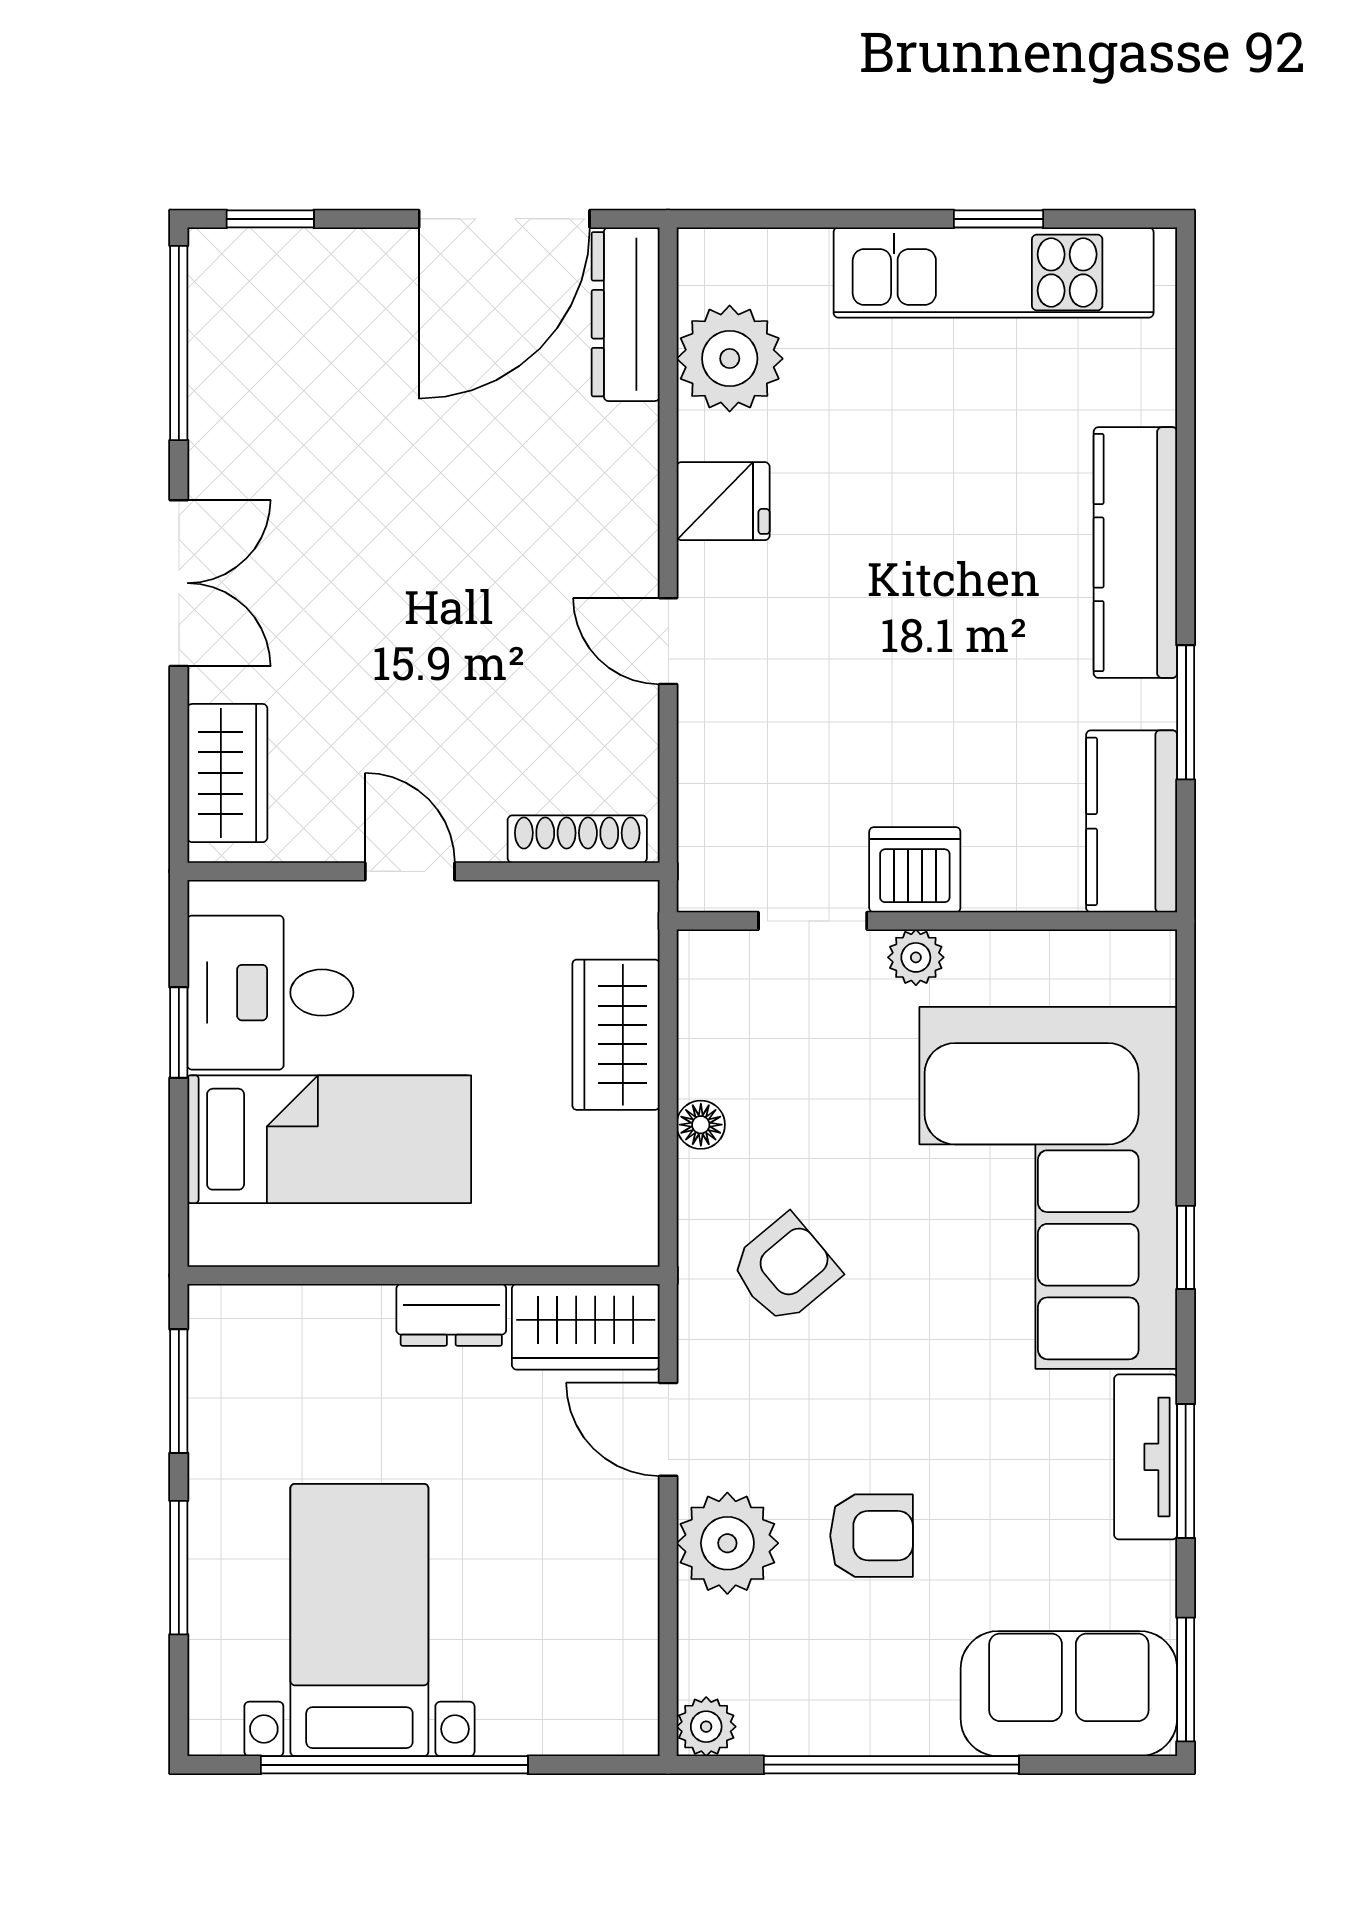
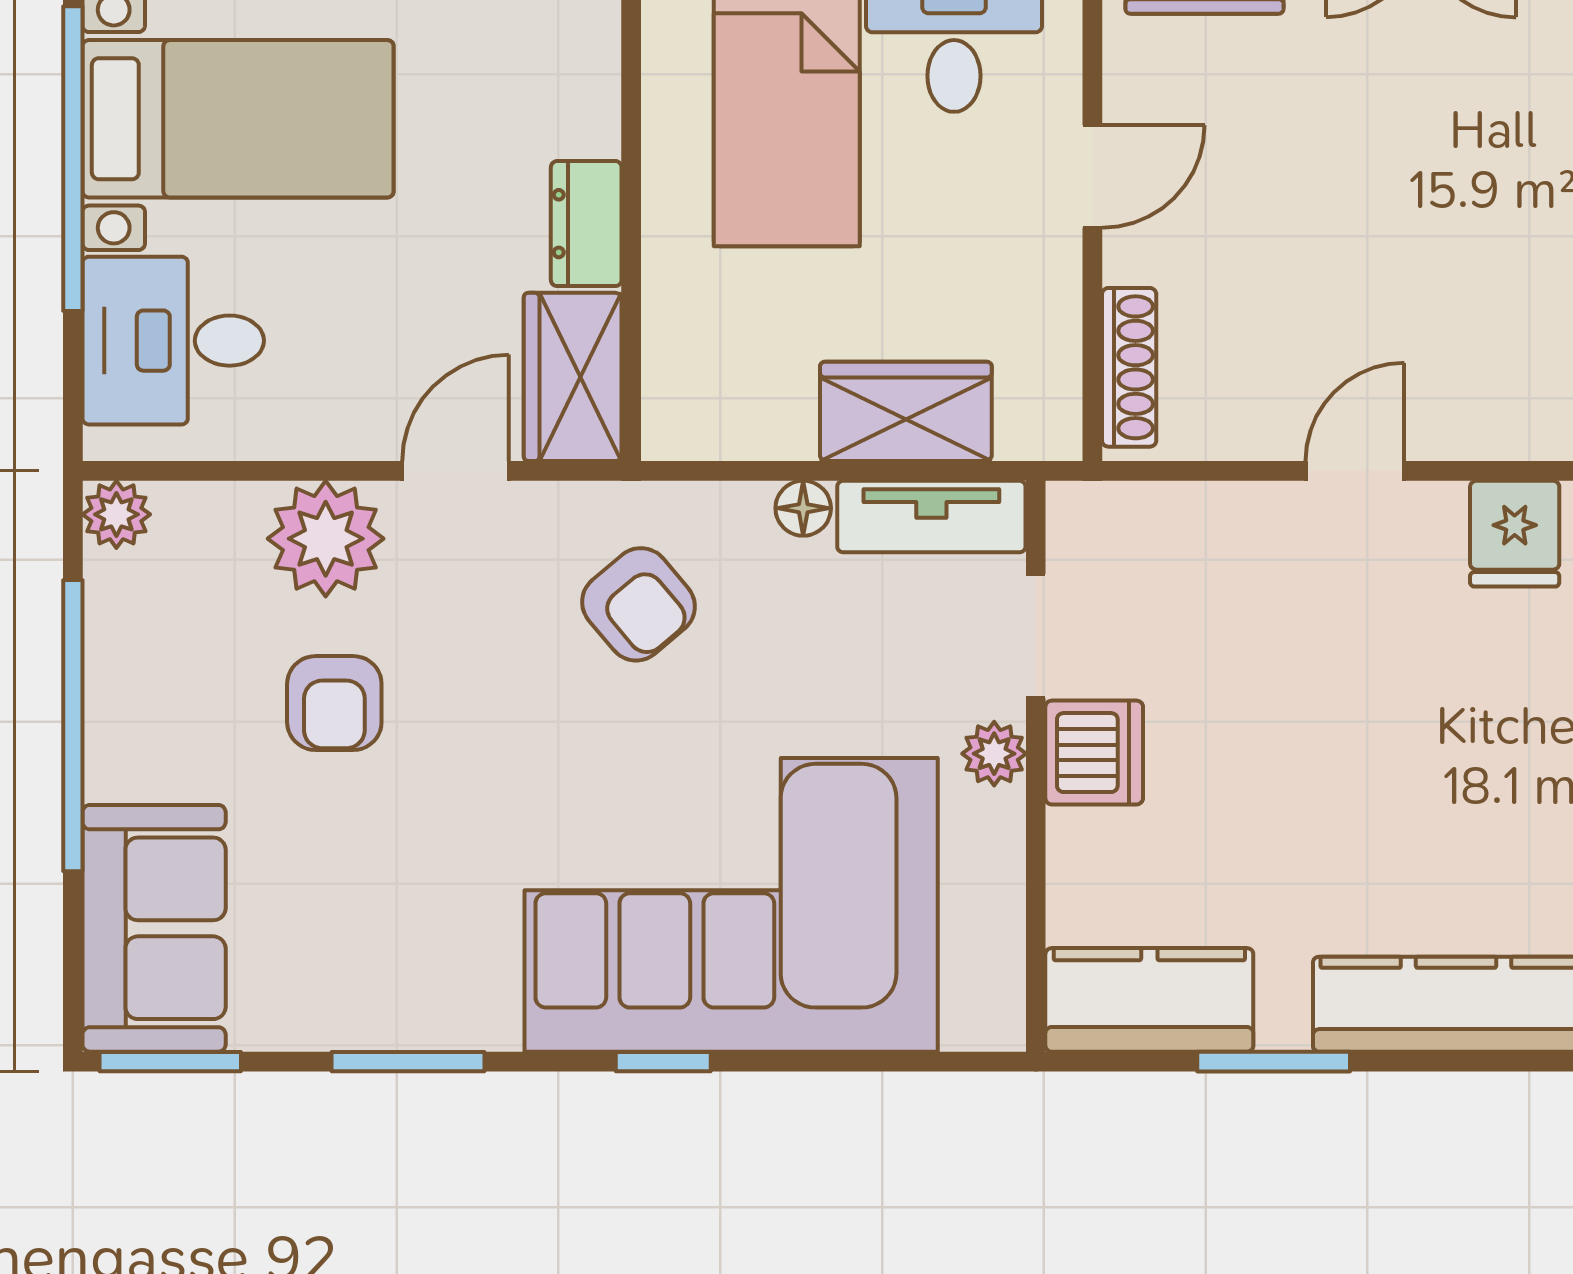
tv unit: (1146, 1457) -> (931, 517), moved, turned 180
desk: (554, 1677) -> (173, 341), added

